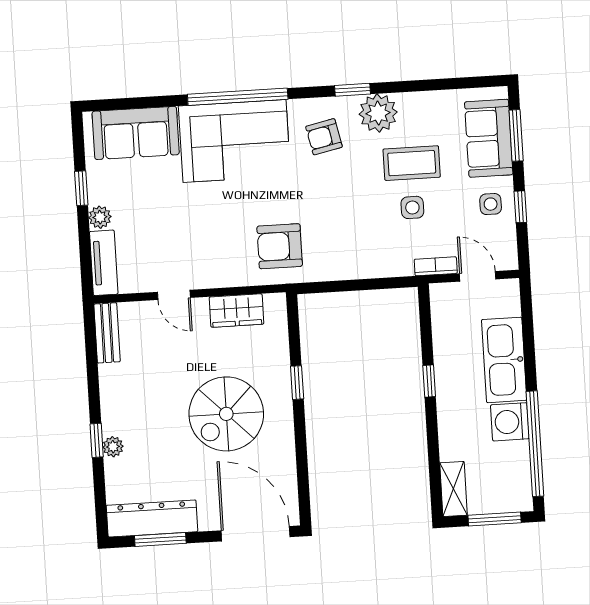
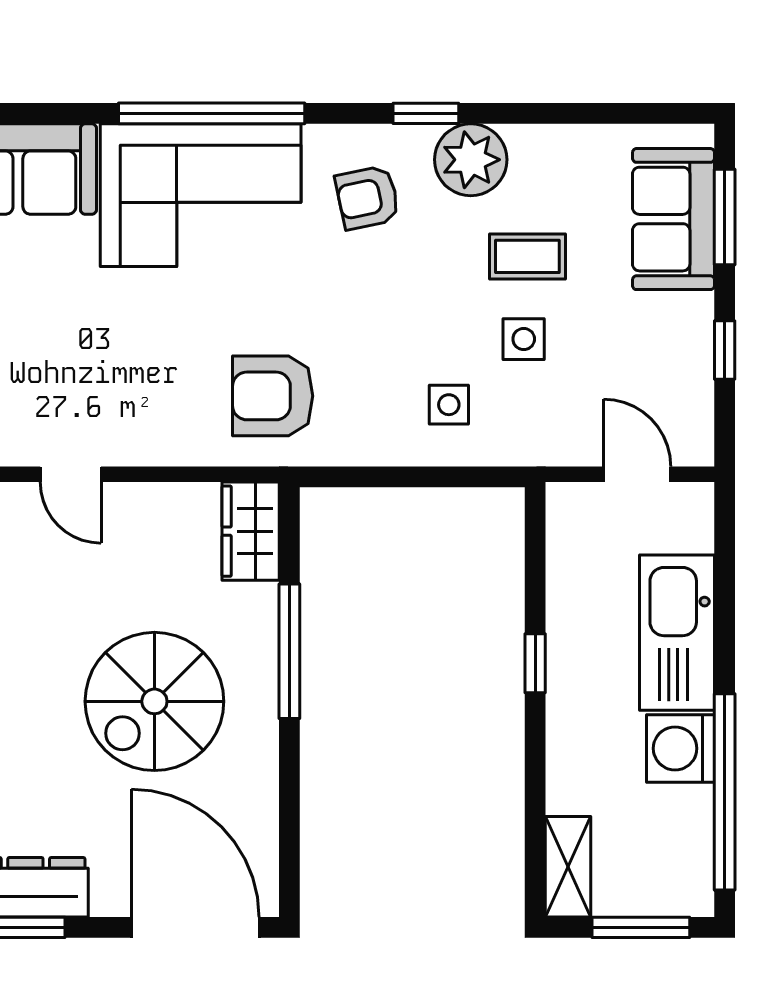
coffee table: (412, 163) -> (527, 256), width x0.73, depth x0.77
side table: (491, 204) -> (449, 405), moved
bookcase: (436, 266) -> (560, 451), removed
wardrobe: (236, 311) -> (251, 531), moved, turned 90
window: (297, 383) -> (289, 651), width x2.17

